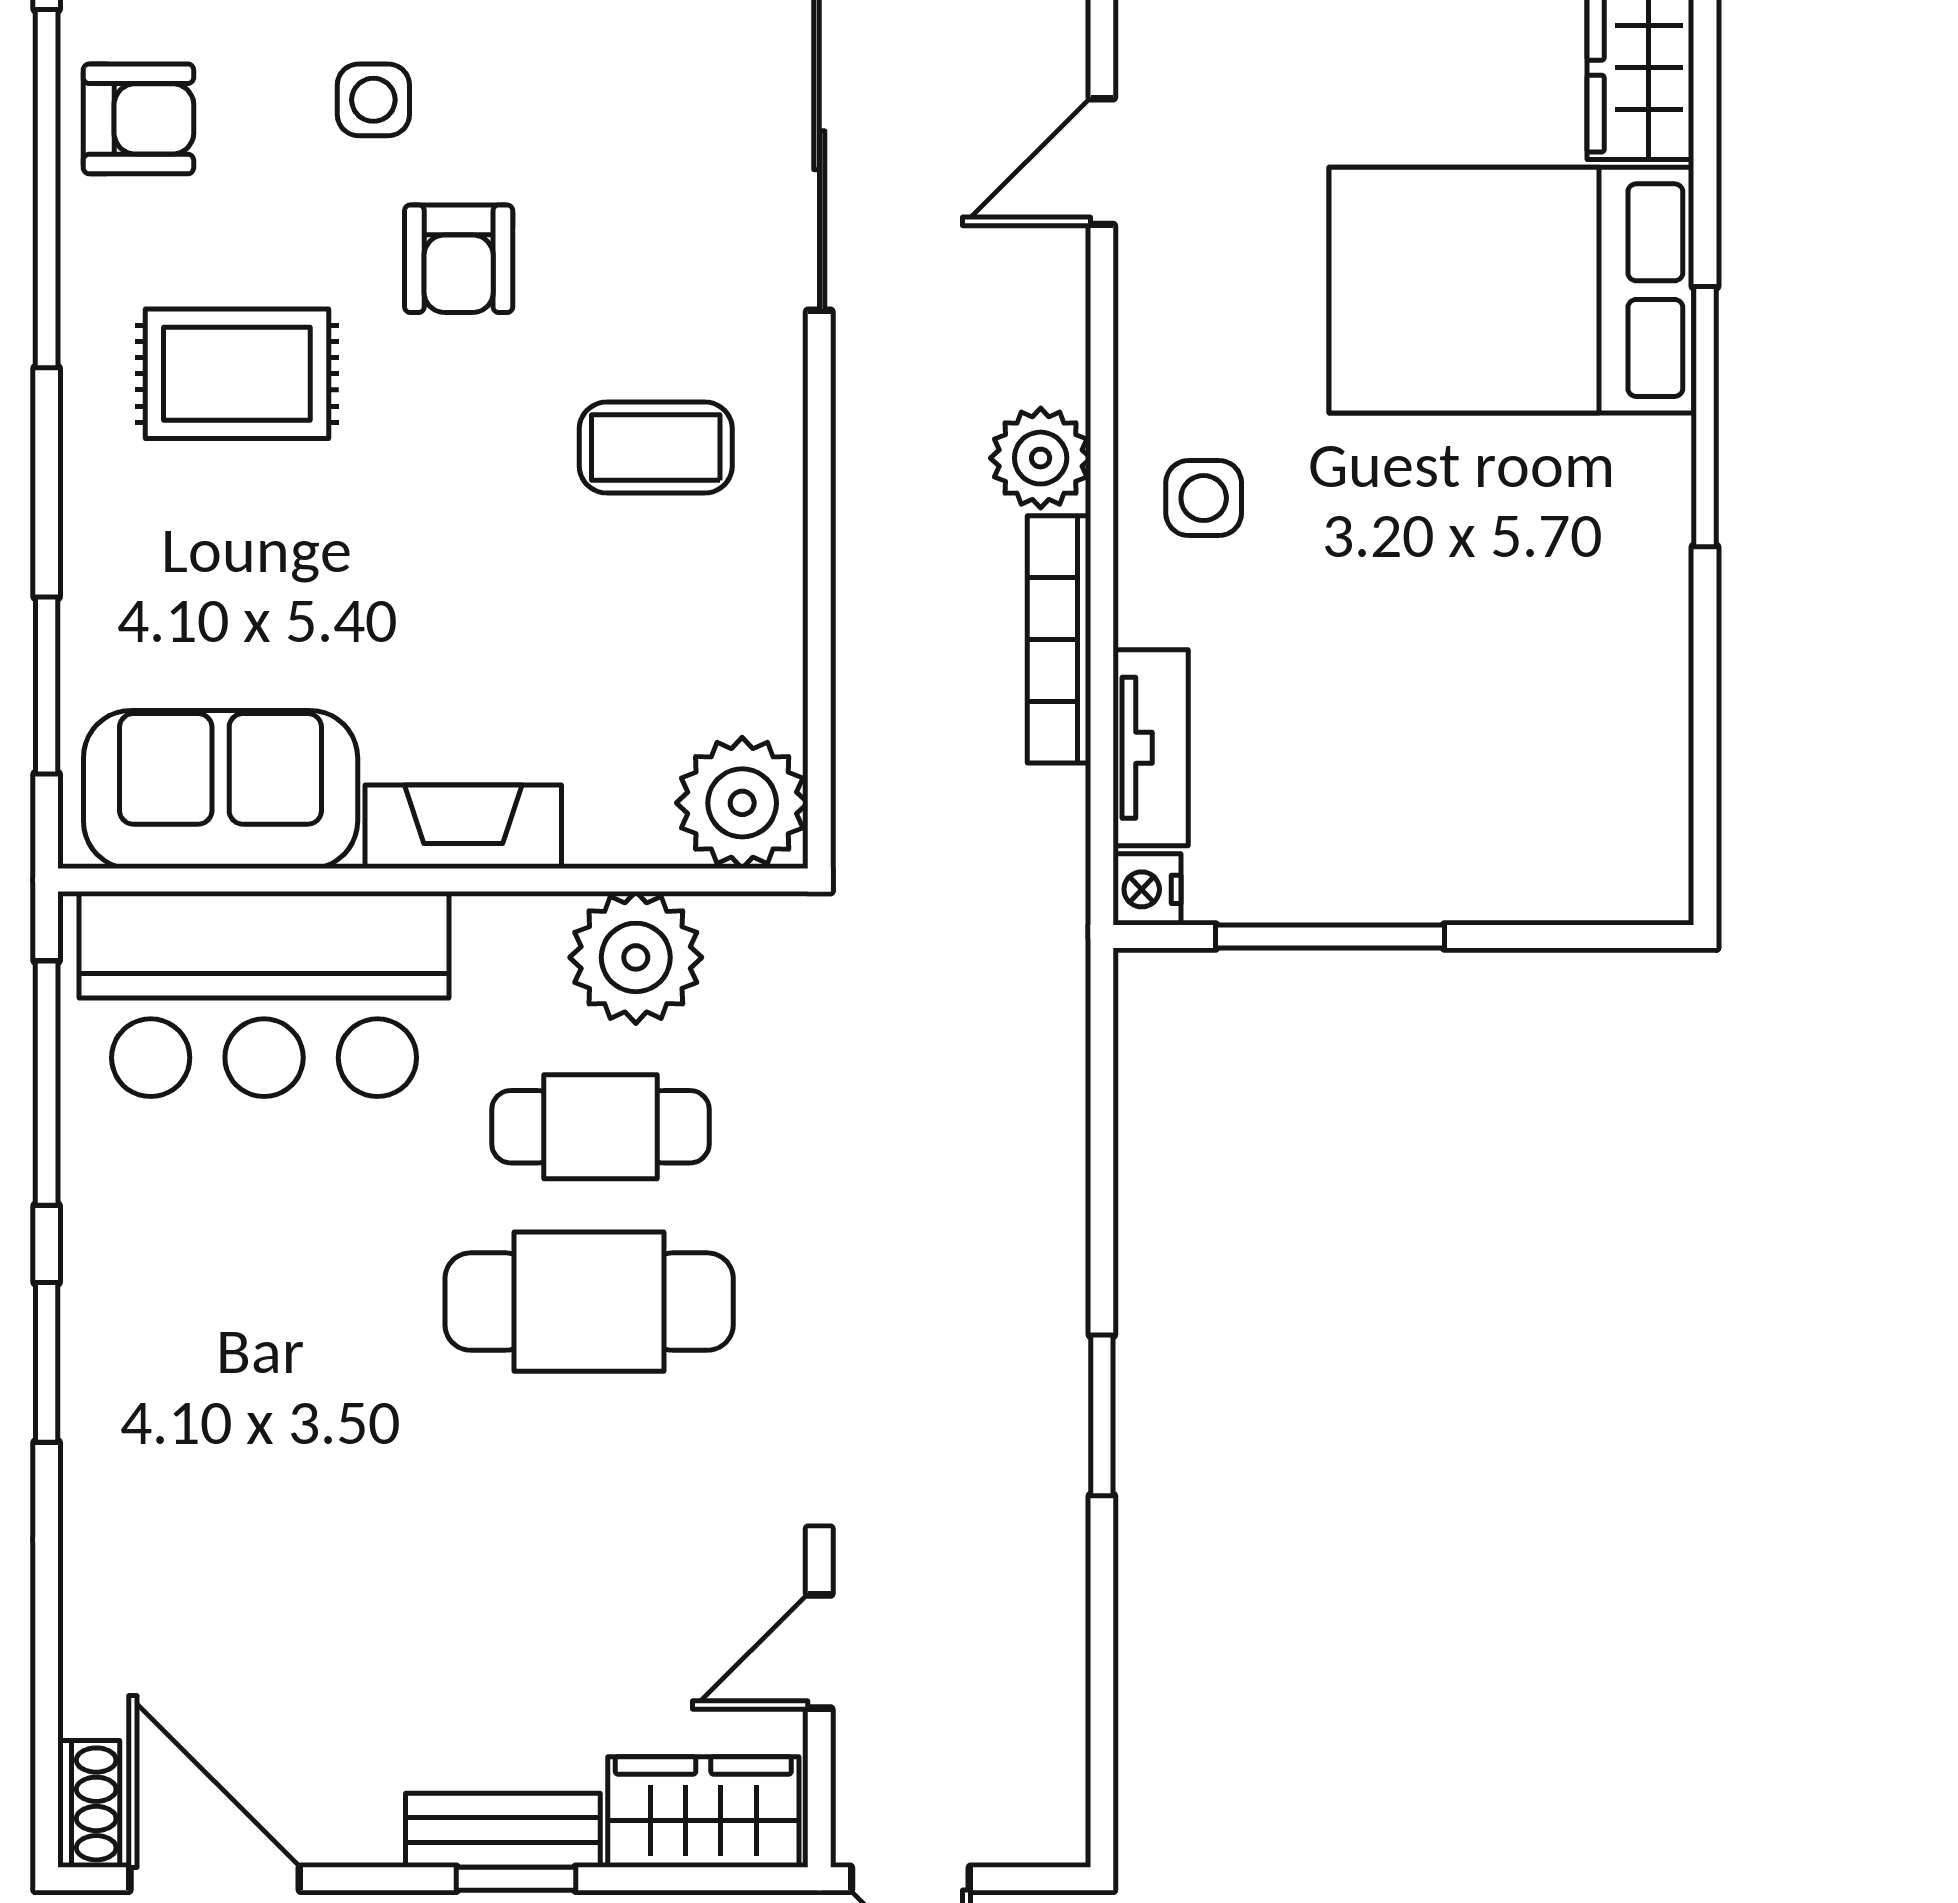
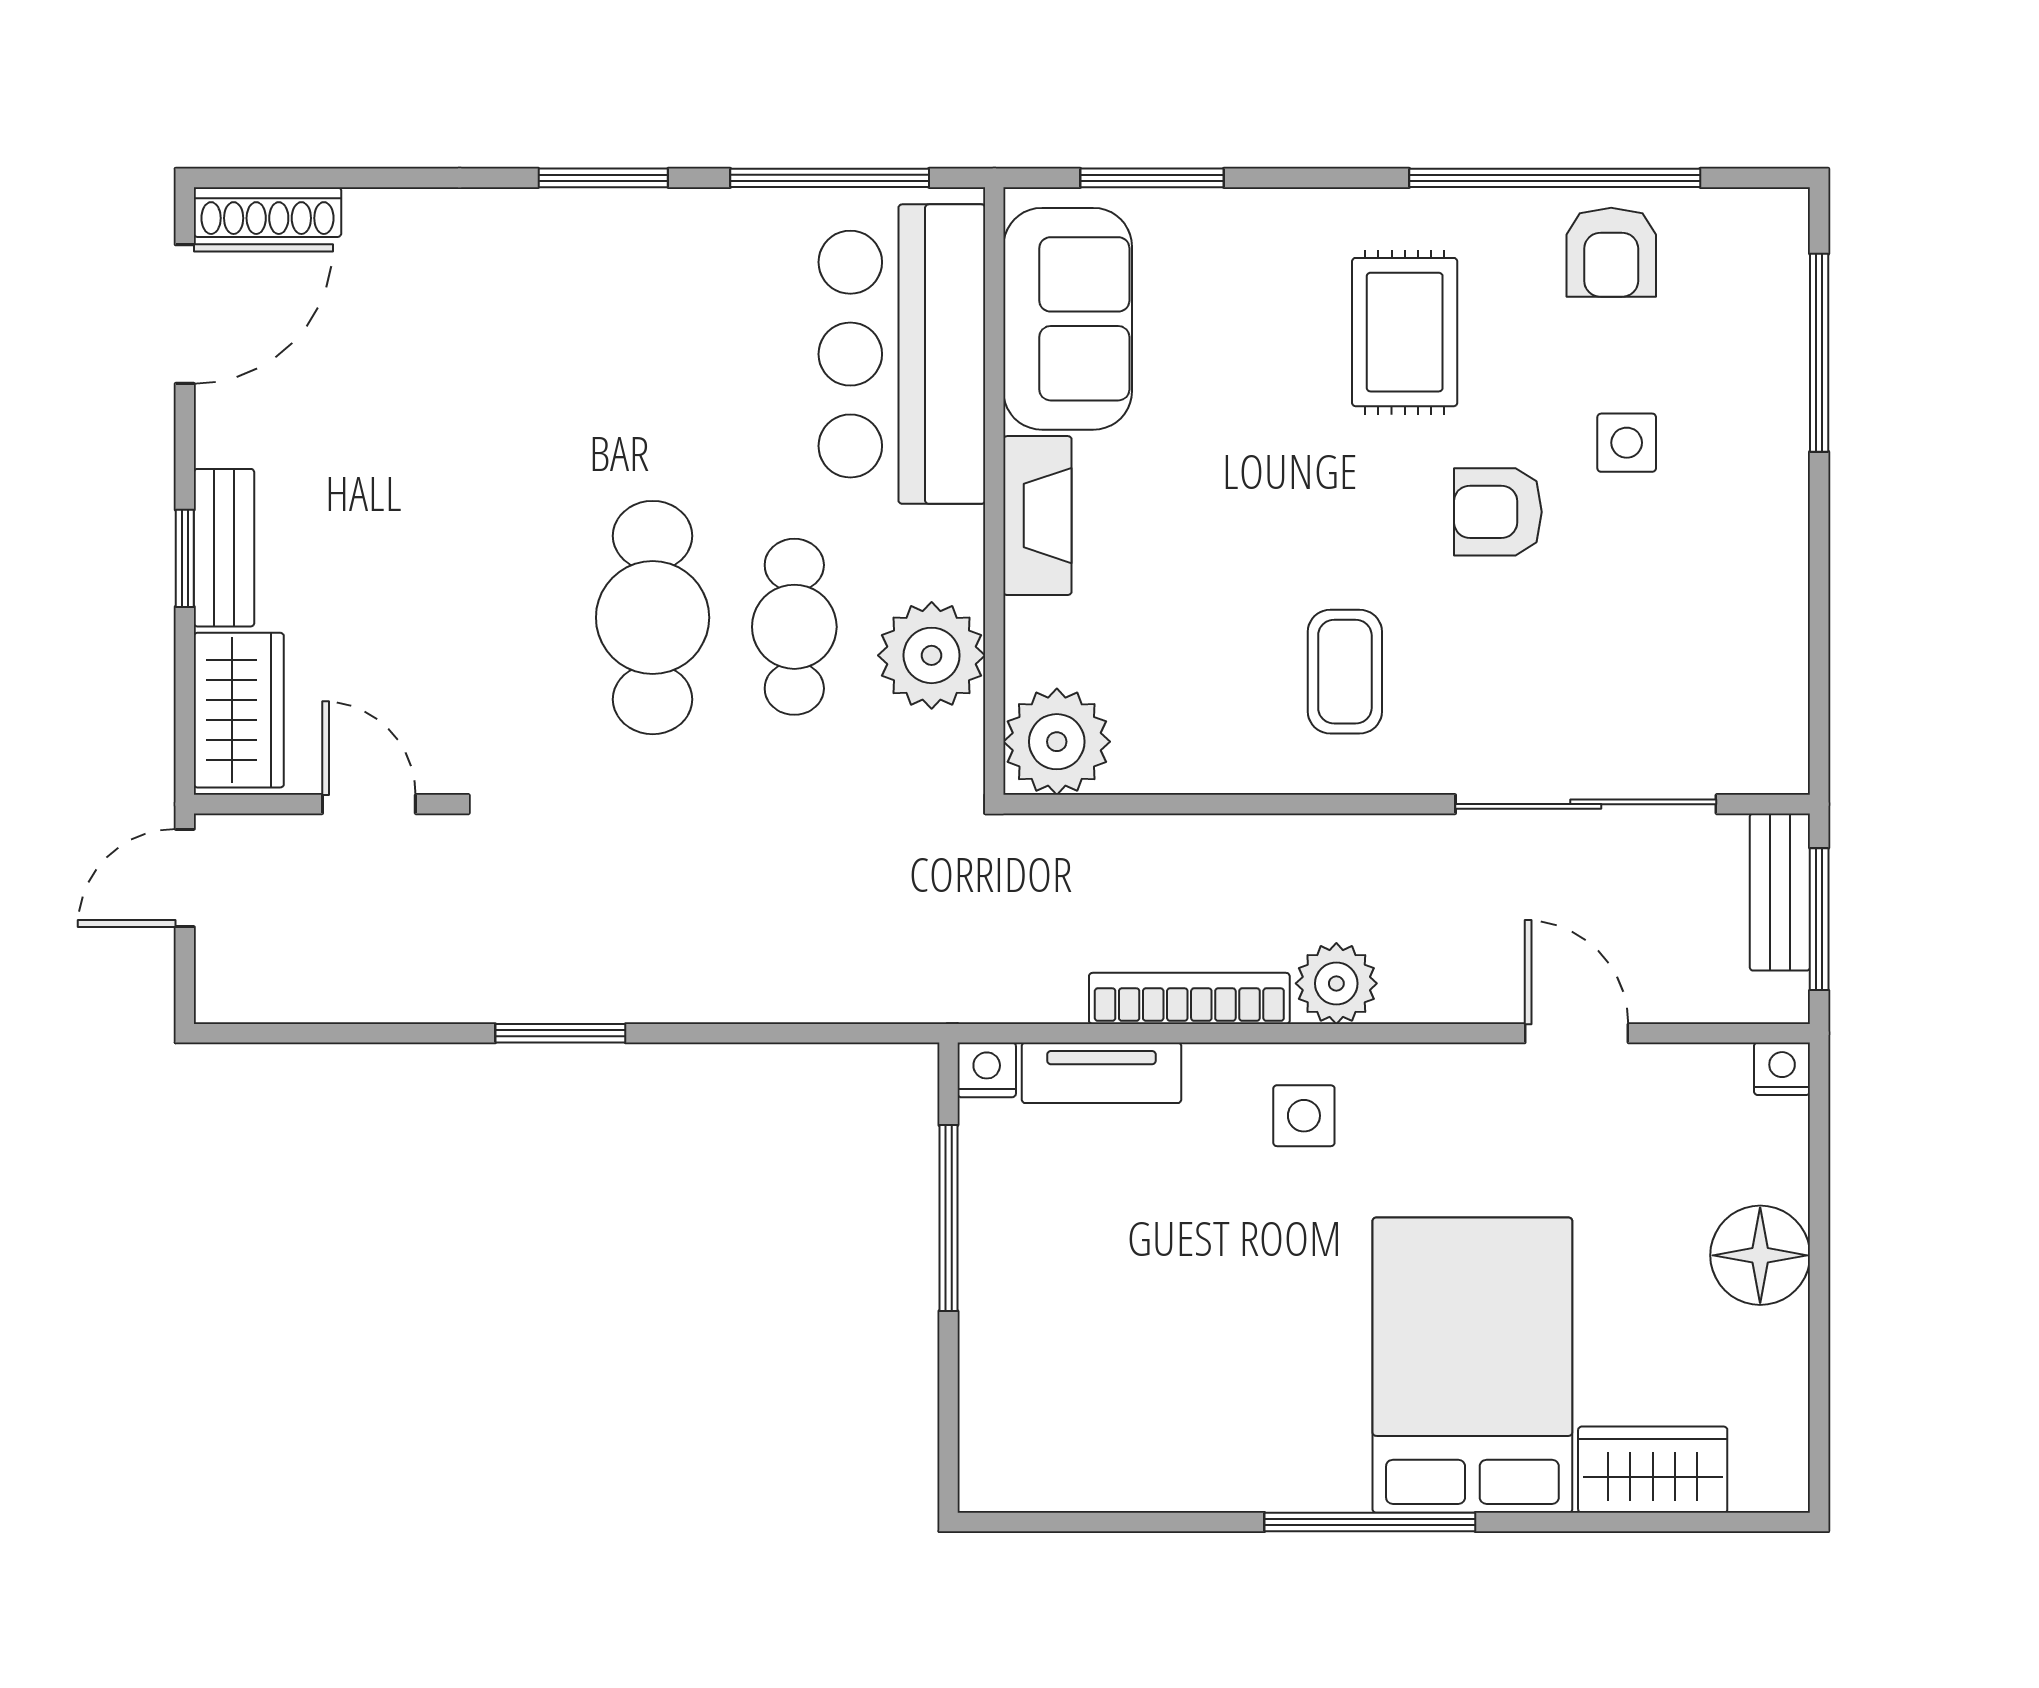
shoe rack: (89, 1804) -> (267, 212), width x1.43

